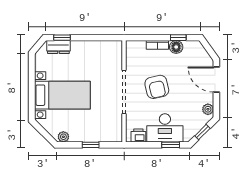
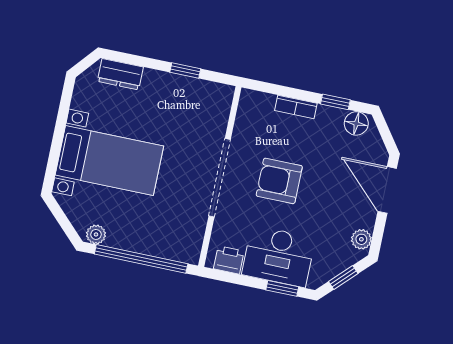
window: (62, 38) -> (185, 71), moved
floor lamp: (176, 47) -> (356, 123), moved
armchair: (157, 87) -> (279, 181), turned 103
window: (91, 145) -> (141, 259), width x3.17

